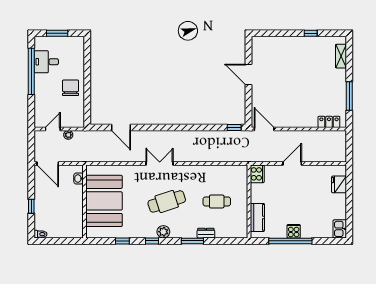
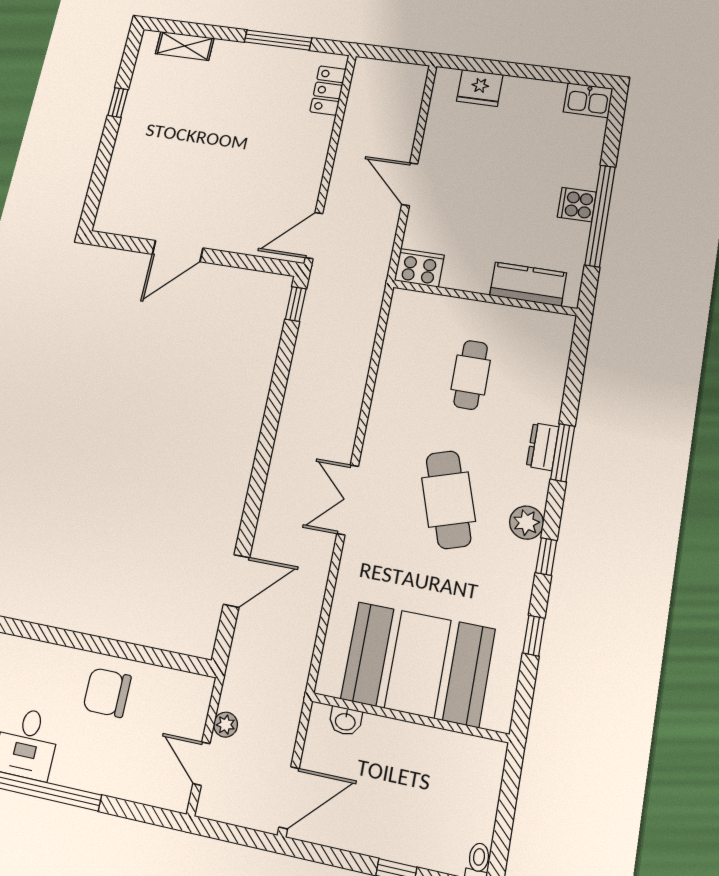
dresser: (206, 233) -> (543, 447), moved

